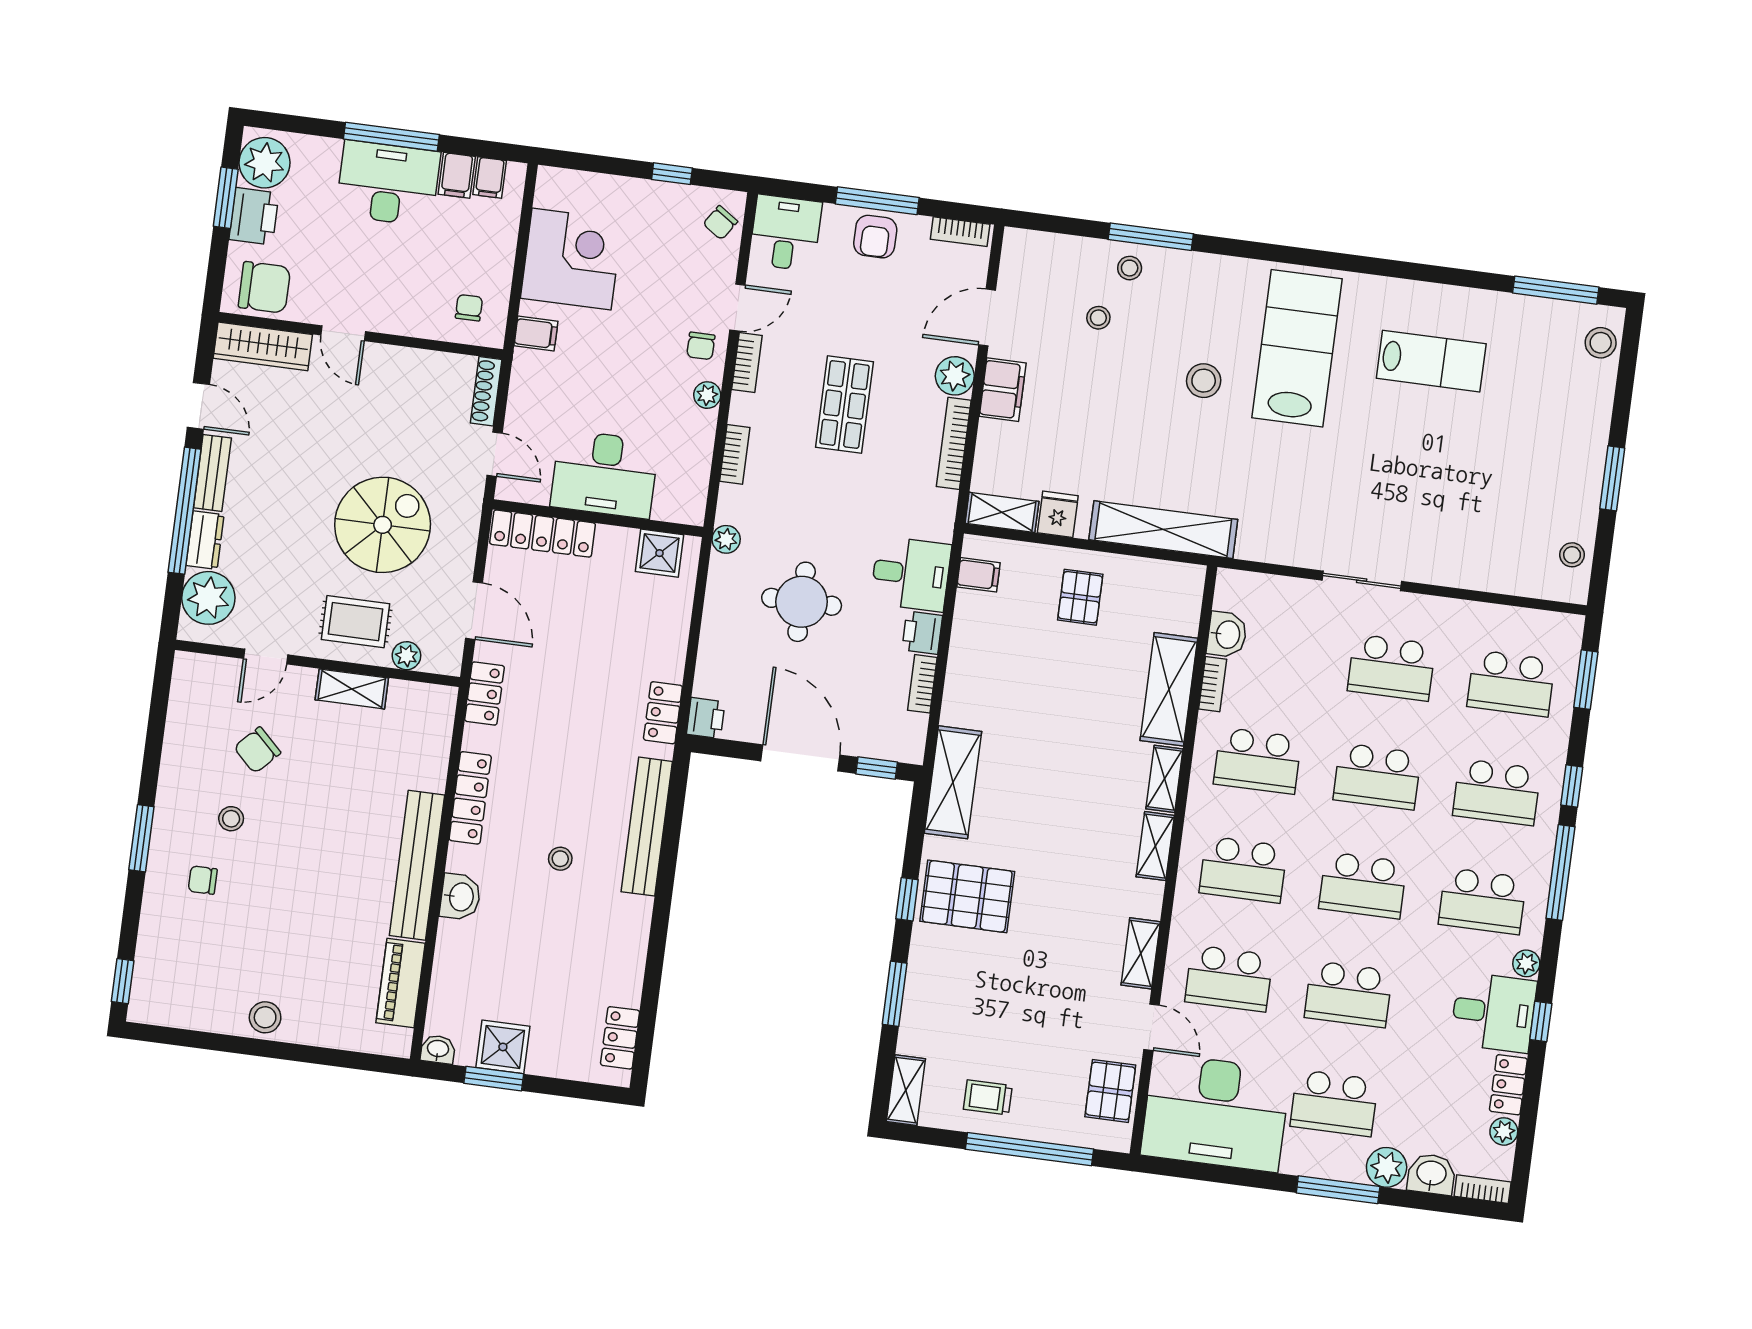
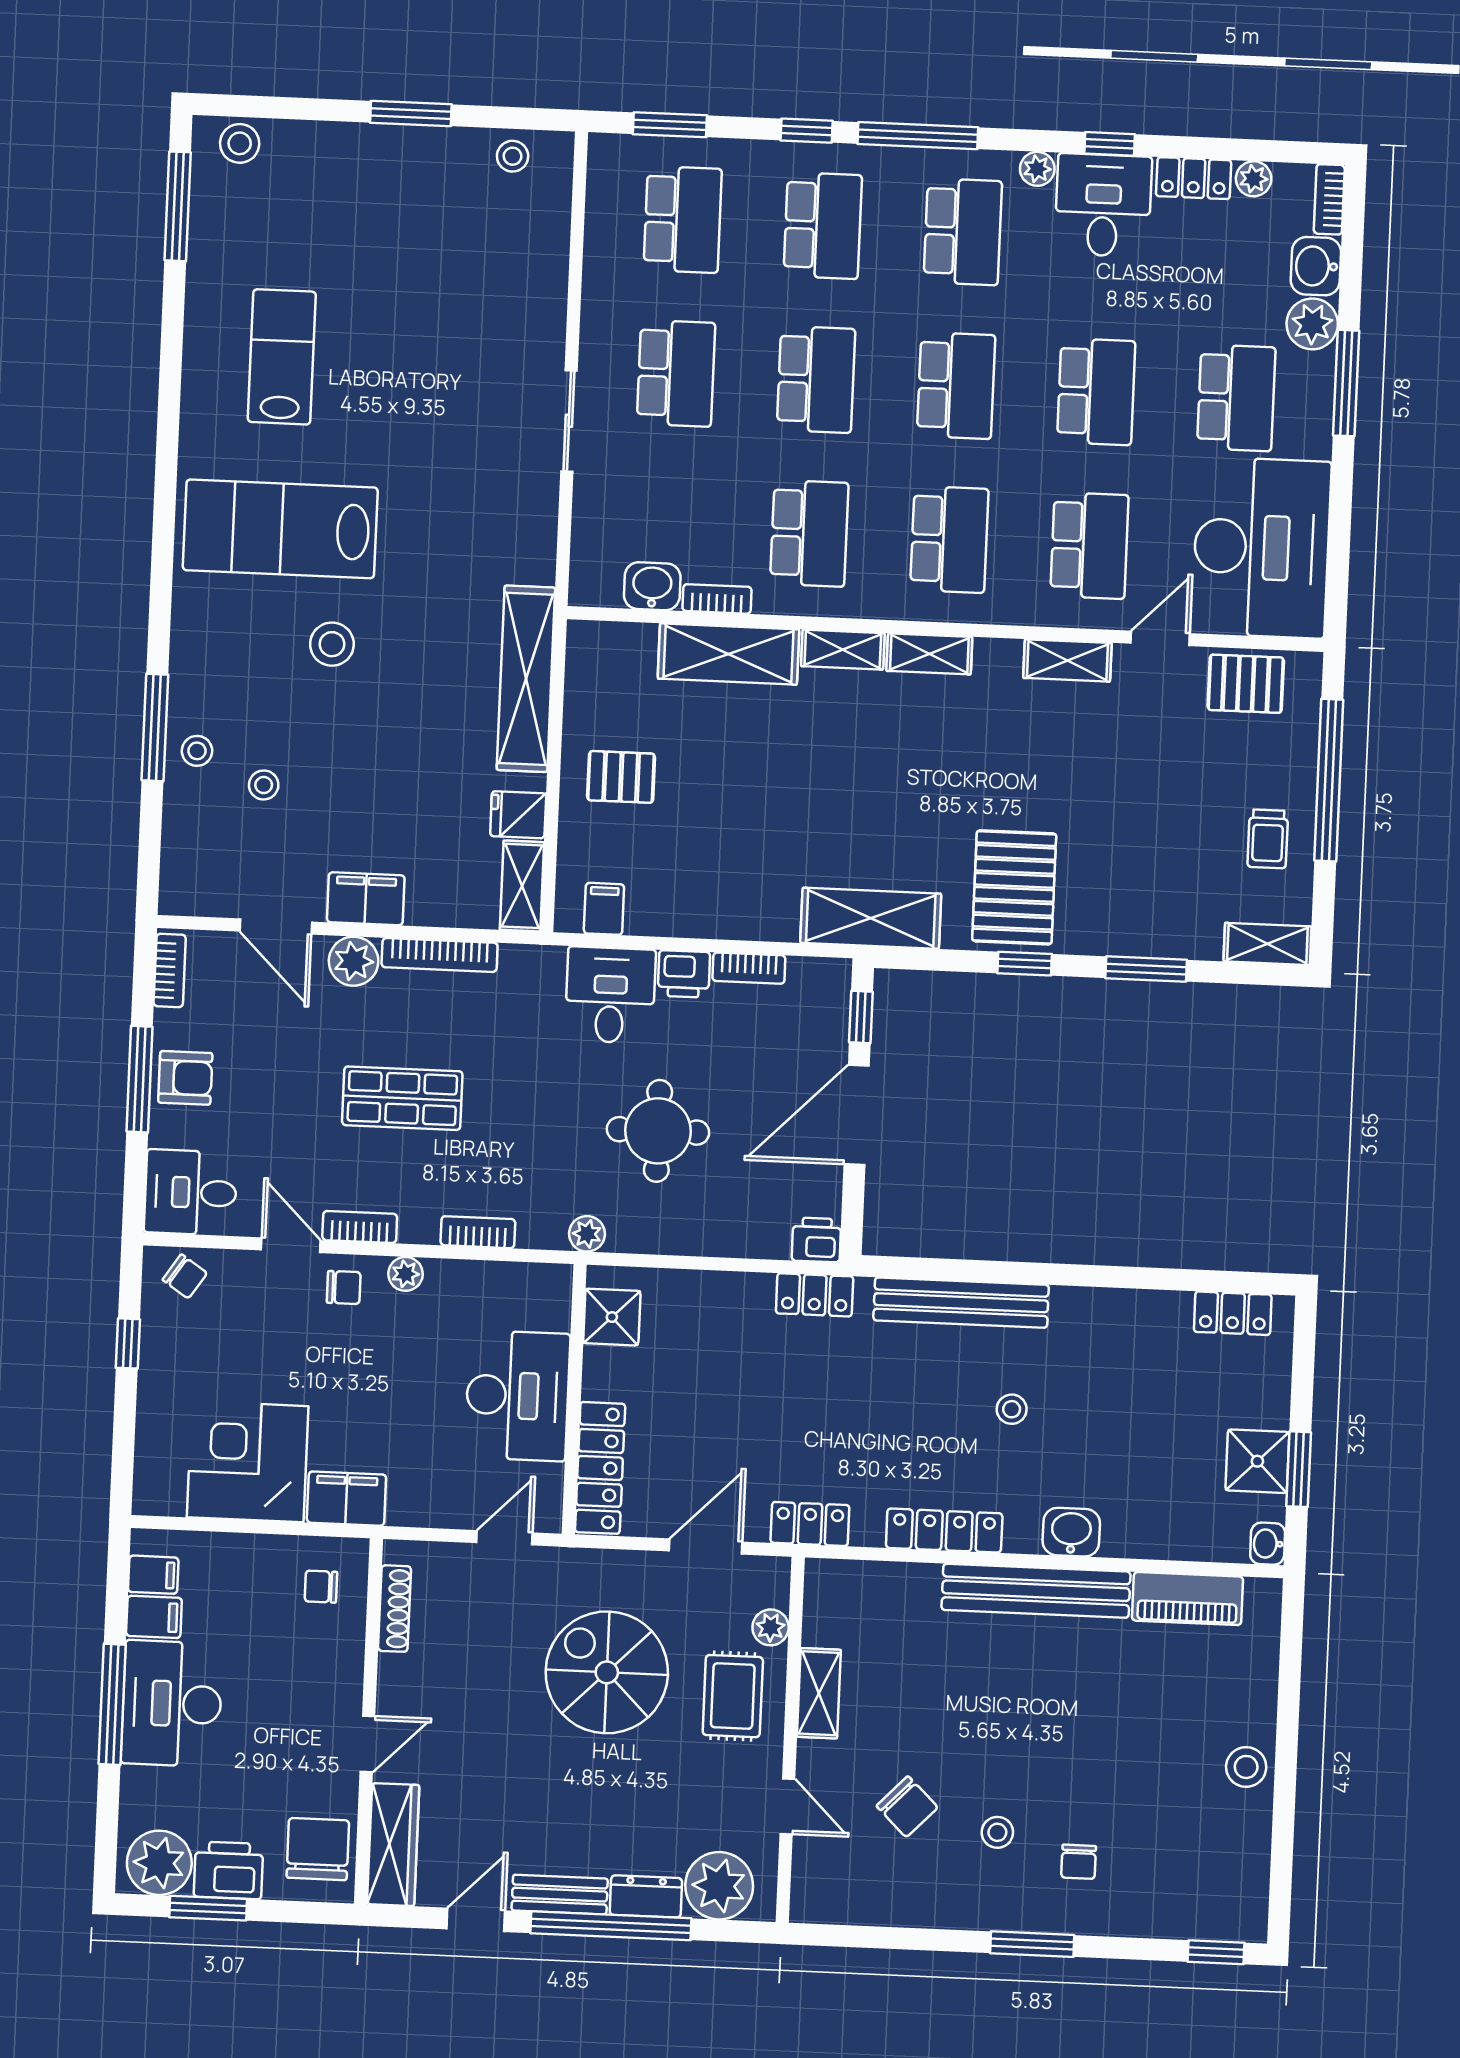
filing cabinet: (536, 334) -> (346, 1499), width x2.00
shoe rack: (486, 391) -> (395, 1609), moved, turned -90

